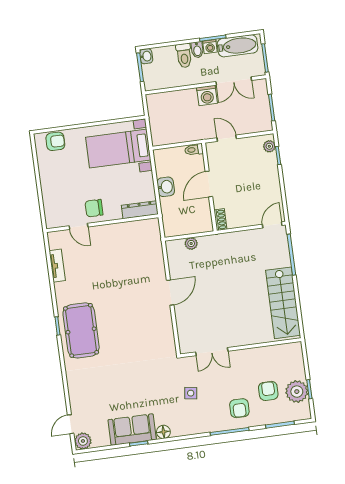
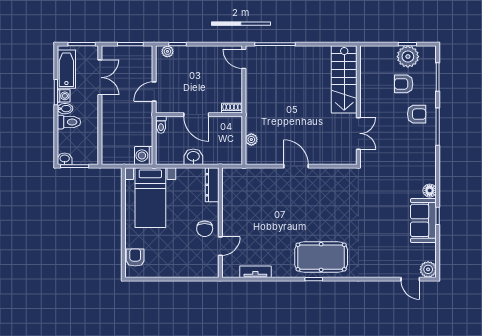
washing machine: (207, 95) -> (144, 156), moved, turned 180
stairs: (283, 303) -> (344, 79), moved, turned 90
side table: (191, 393) -> (396, 159), removed

